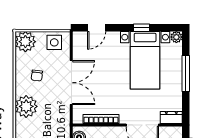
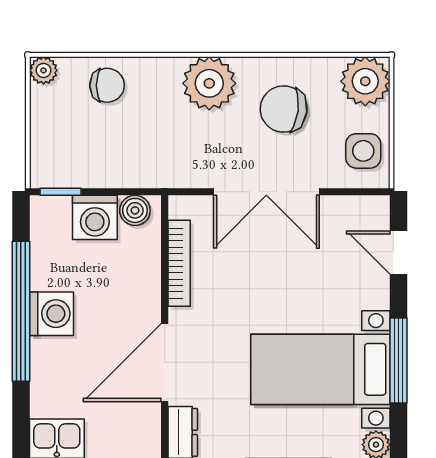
window: (141, 28) -> (398, 360), width x2.17
chair: (37, 76) -> (284, 109), width x1.87, depth x1.87

